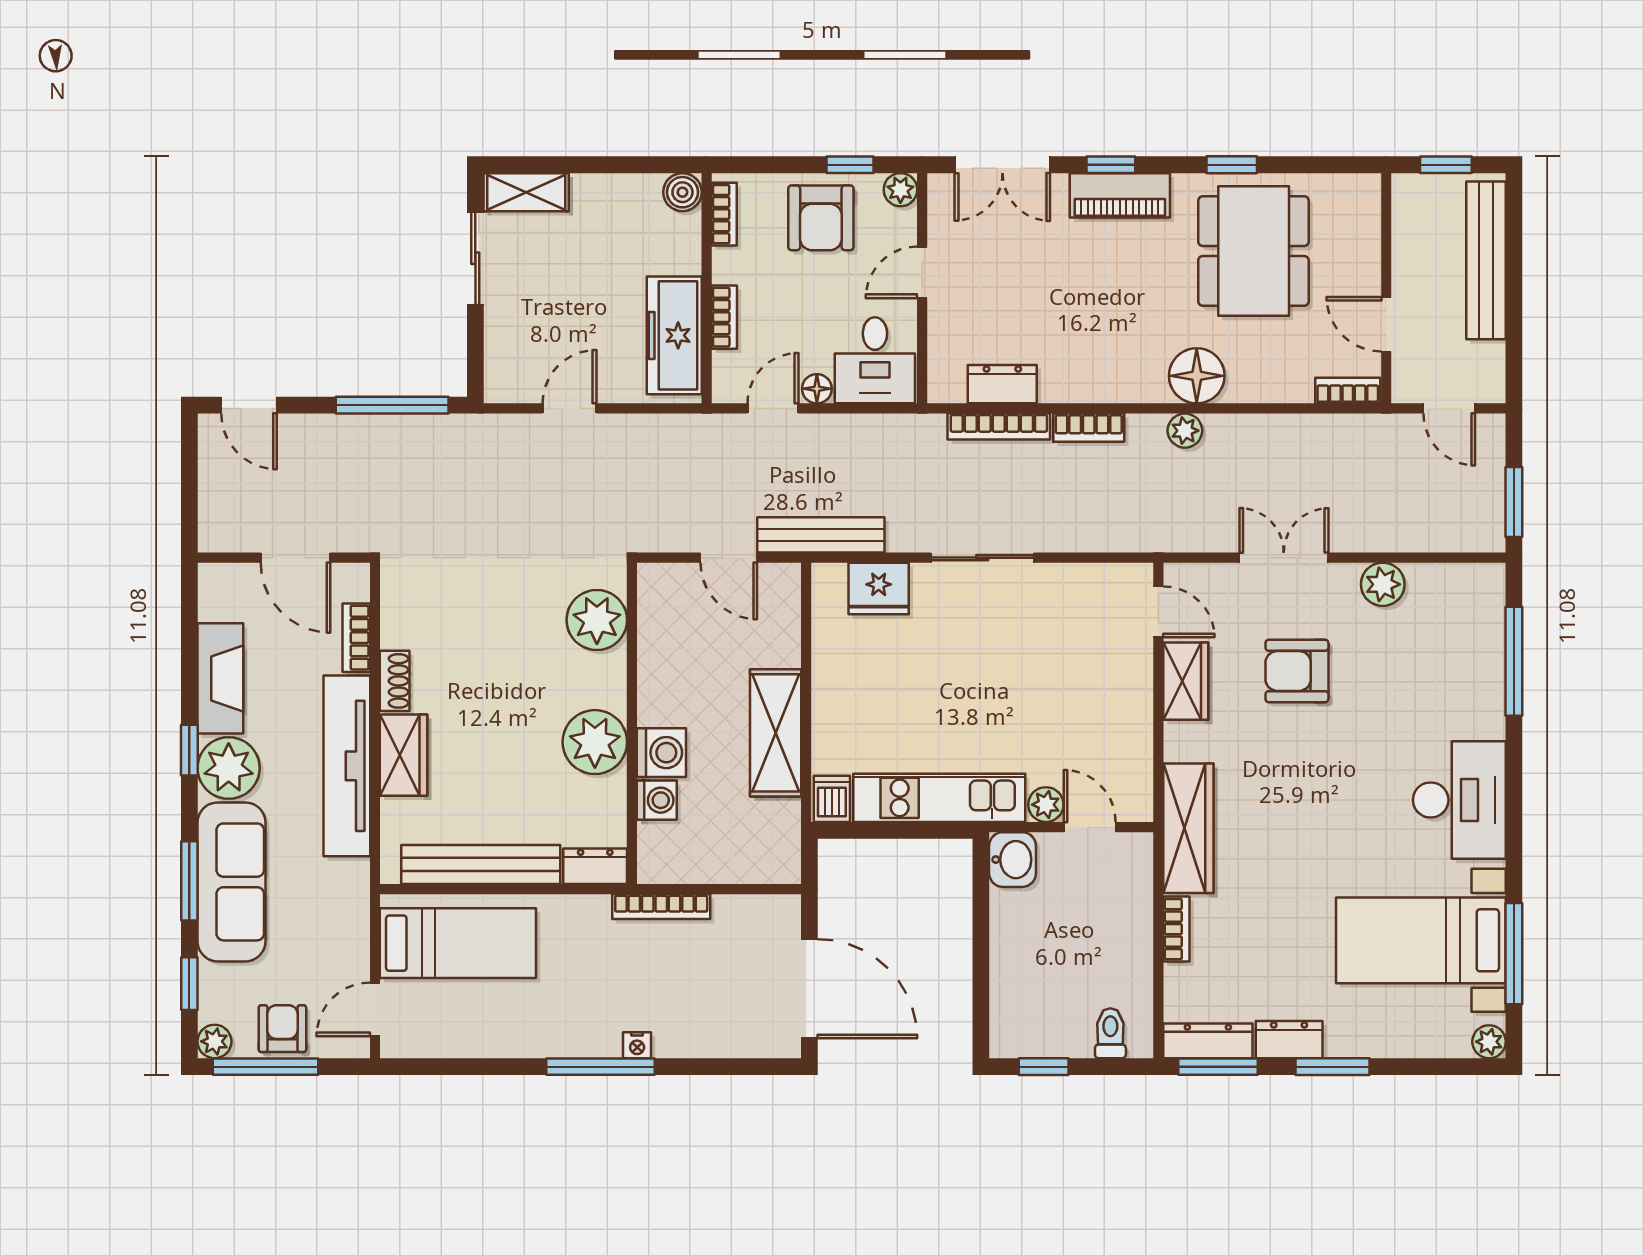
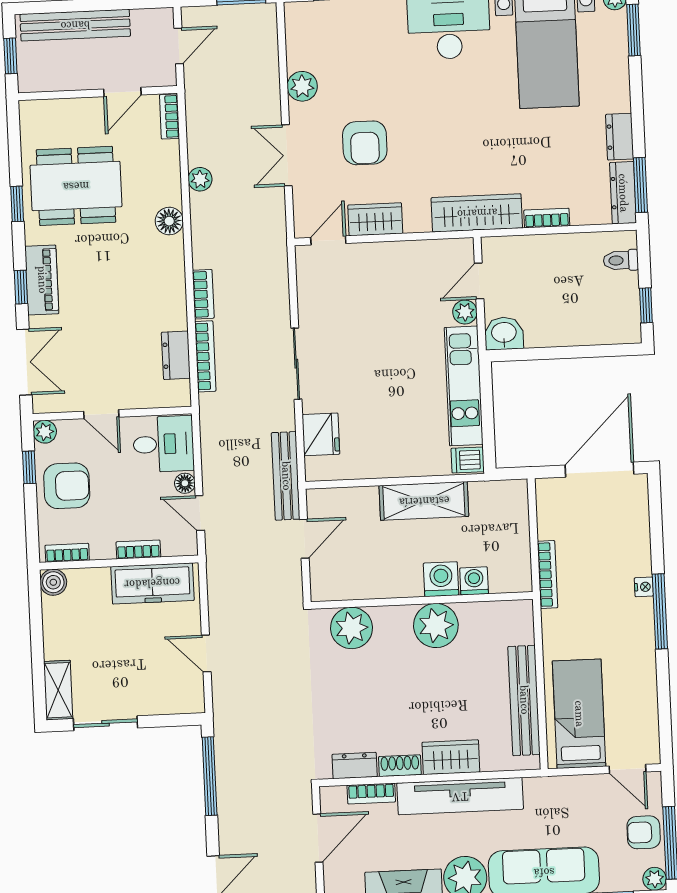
floor lamp: (1197, 376) -> (169, 221), width x0.73, depth x0.73
plant: (1185, 431) -> (200, 179), moved
dresser: (595, 866) -> (355, 766), moved, turned 90
window: (1332, 1067) -> (633, 30), moved

